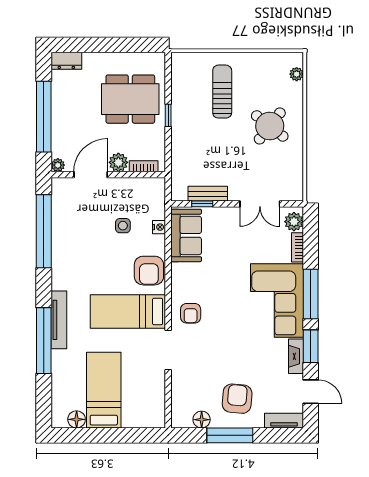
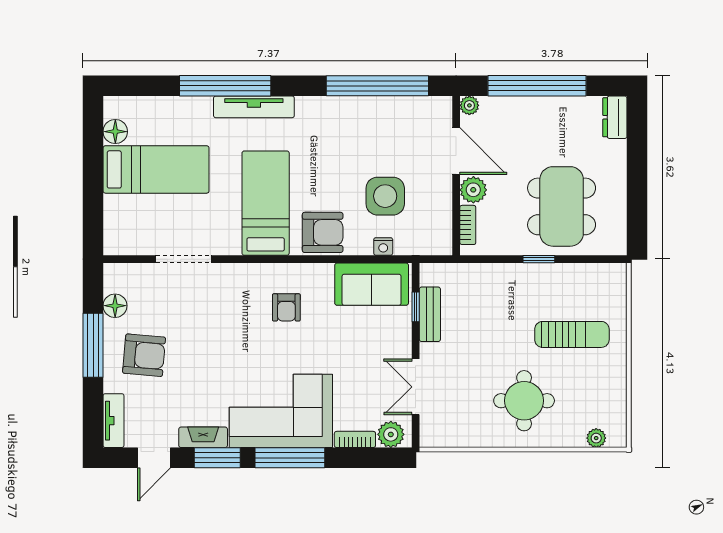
round table: (270, 126) -> (524, 401), turned -38
side table: (123, 226) -> (385, 196), width x1.87, depth x1.87
armchair: (149, 271) -> (323, 232), turned 180
armchair: (191, 313) -> (286, 307), moved, turned -90
doorway: (168, 350) -> (184, 259), moved

